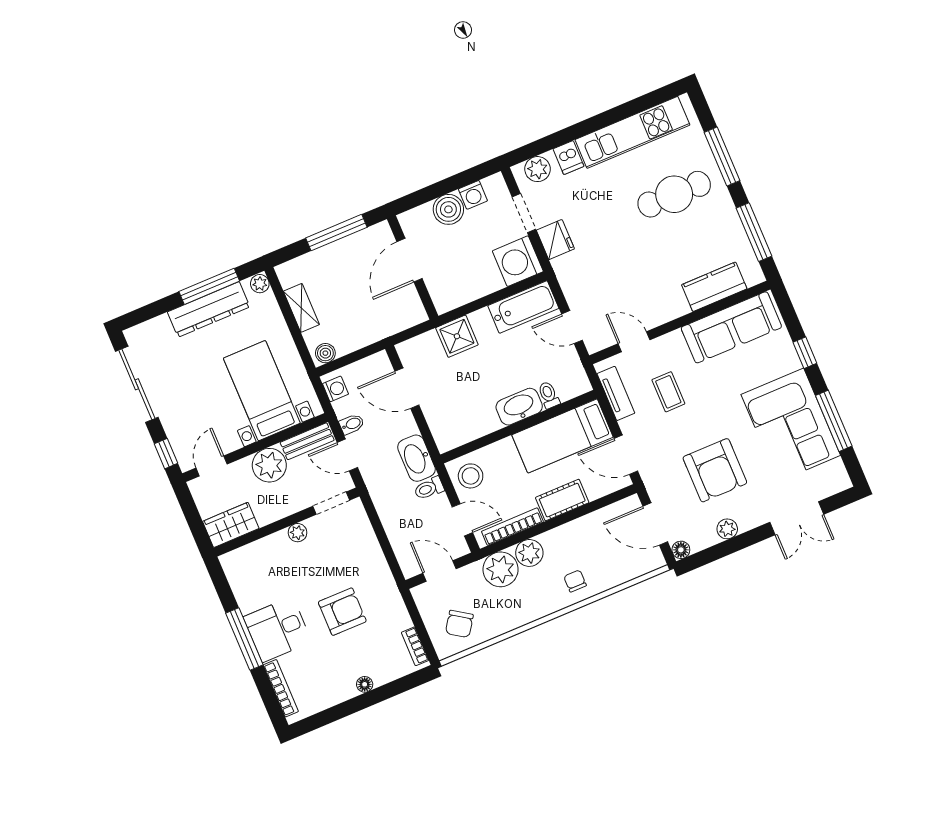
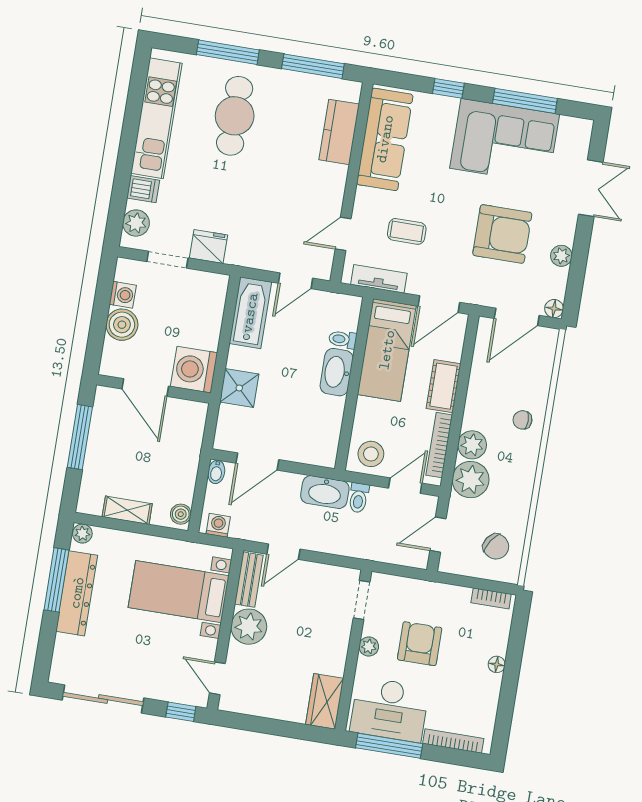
washing machine: (518, 261) -> (194, 370), moved, turned 90
bidet: (352, 424) -> (216, 472), moved, turned 180
doorway: (331, 503) -> (362, 600), moved
wall: (287, 522) -> (353, 650), moved
wardrobe: (231, 525) -> (325, 701), moved
plant: (298, 533) -> (369, 646), moved
desk: (277, 629) -> (390, 710), width x1.37

